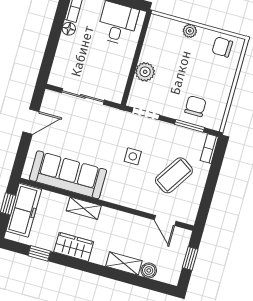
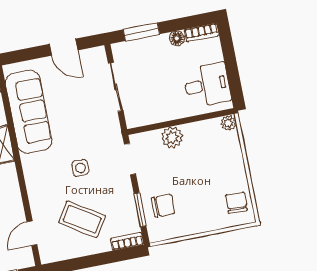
plant: (190, 31) -> (229, 123), moved
window: (50, 54) -> (141, 32), added

